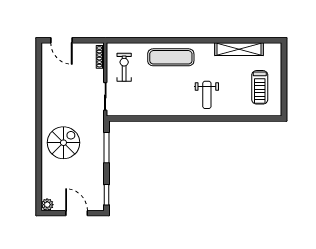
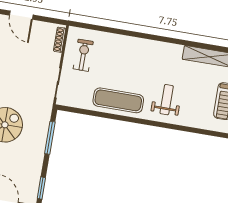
exercise mat: (171, 57) -> (118, 100), moved
weight bench: (207, 95) -> (167, 100), turned 180

